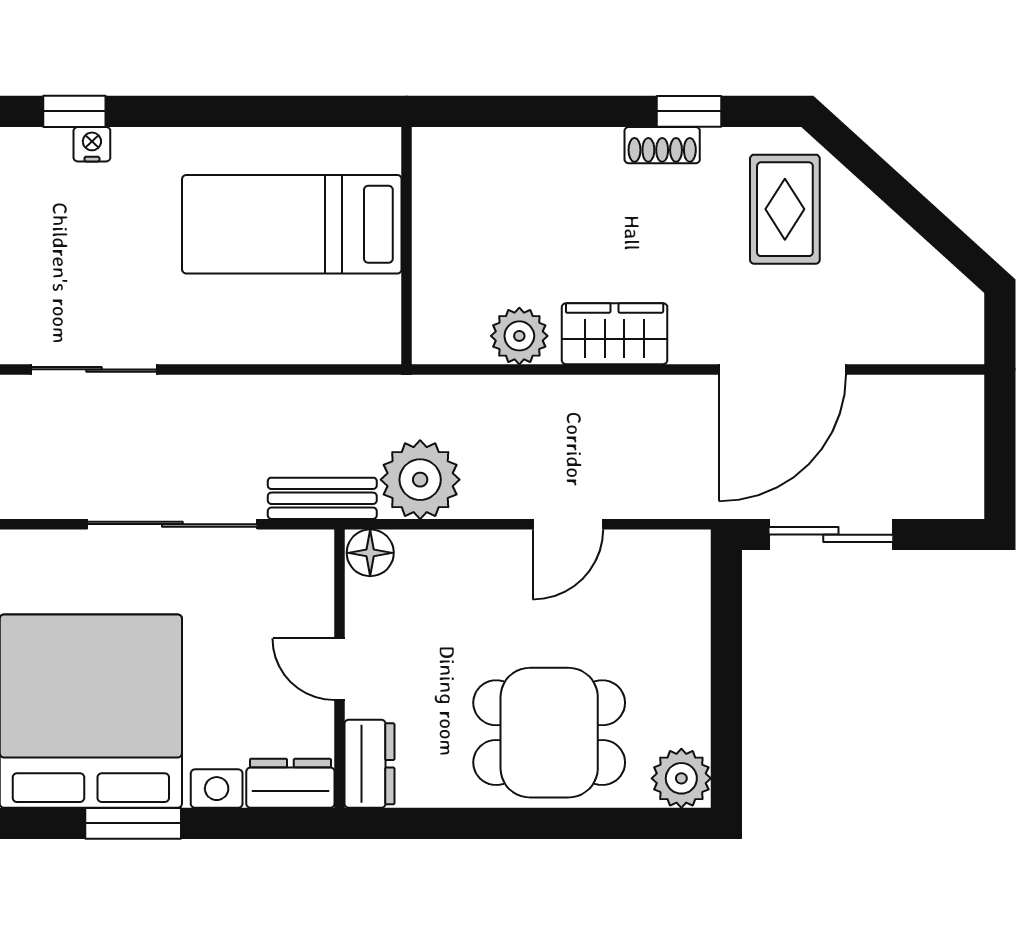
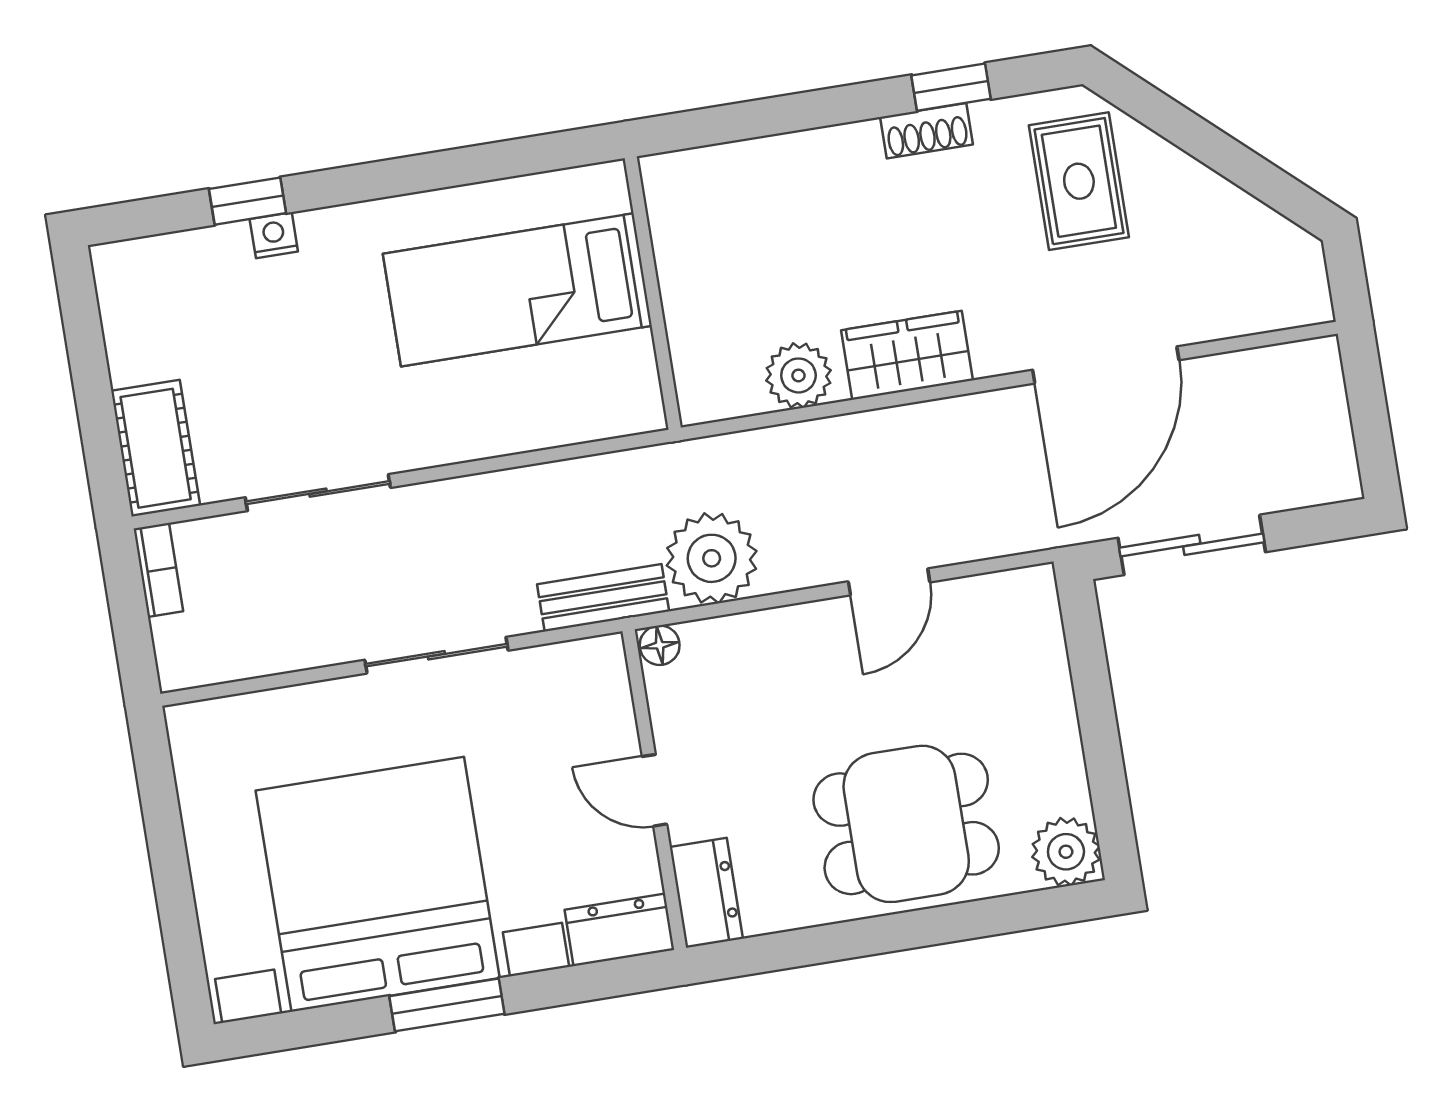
sliding door: (172, 524) -> (436, 655), width x0.73
floor lamp: (370, 553) -> (660, 645), width x0.73, depth x0.73

